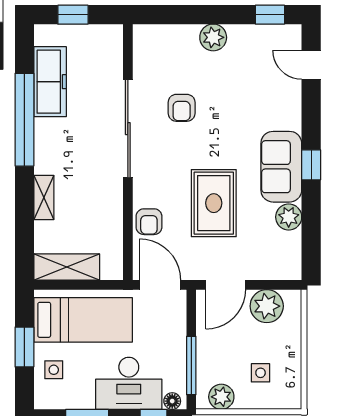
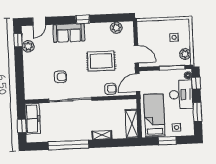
plant: (213, 37) -> (28, 46), moved
freezer: (50, 82) -> (33, 119), moved, turned 90
sofa: (281, 167) -> (69, 33), moved
plant: (289, 217) -> (116, 28), moved
plant: (267, 306) -> (145, 36), removed

